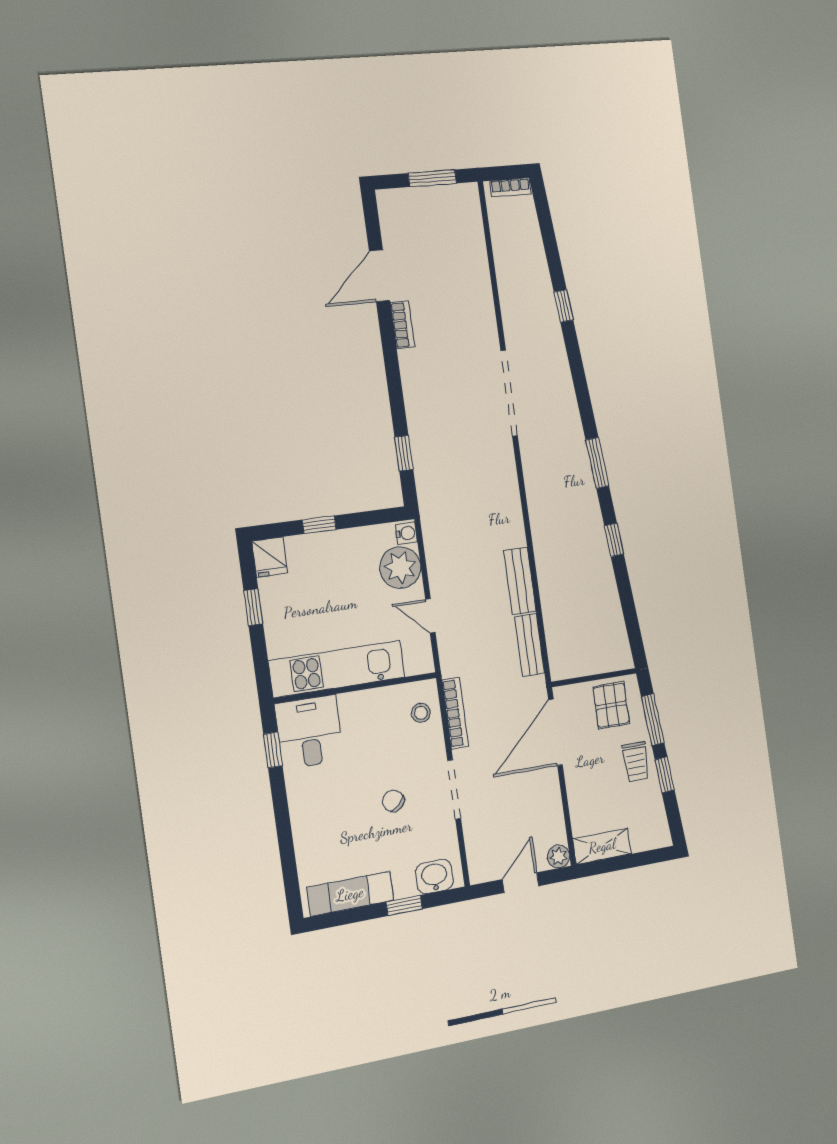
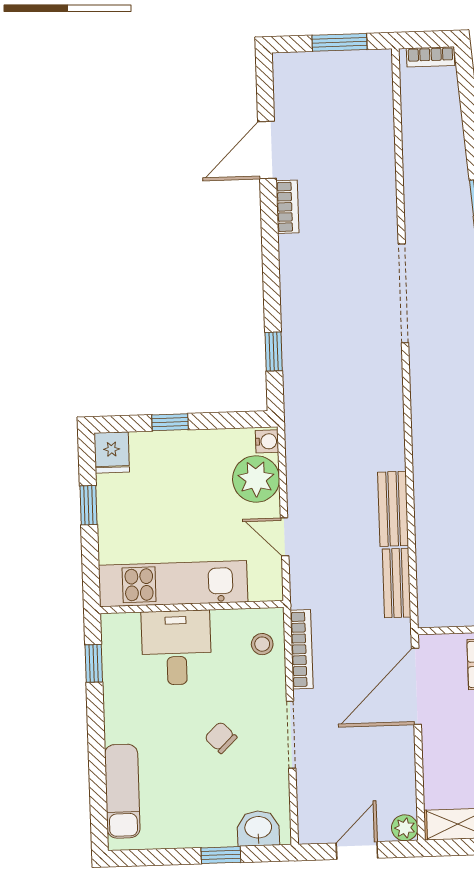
desk: (309, 732) -> (176, 648), moved
exam couch: (350, 894) -> (122, 791), moved, turned 90

